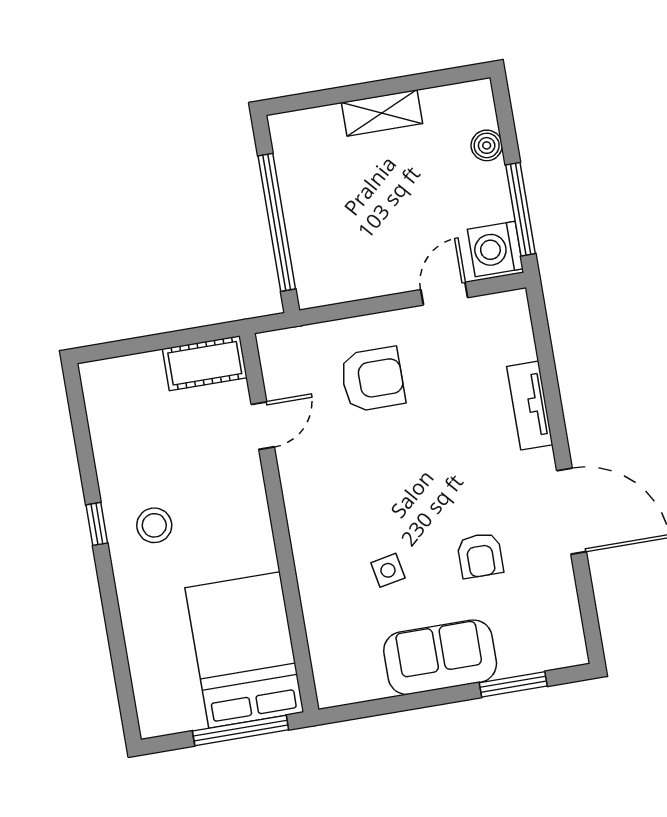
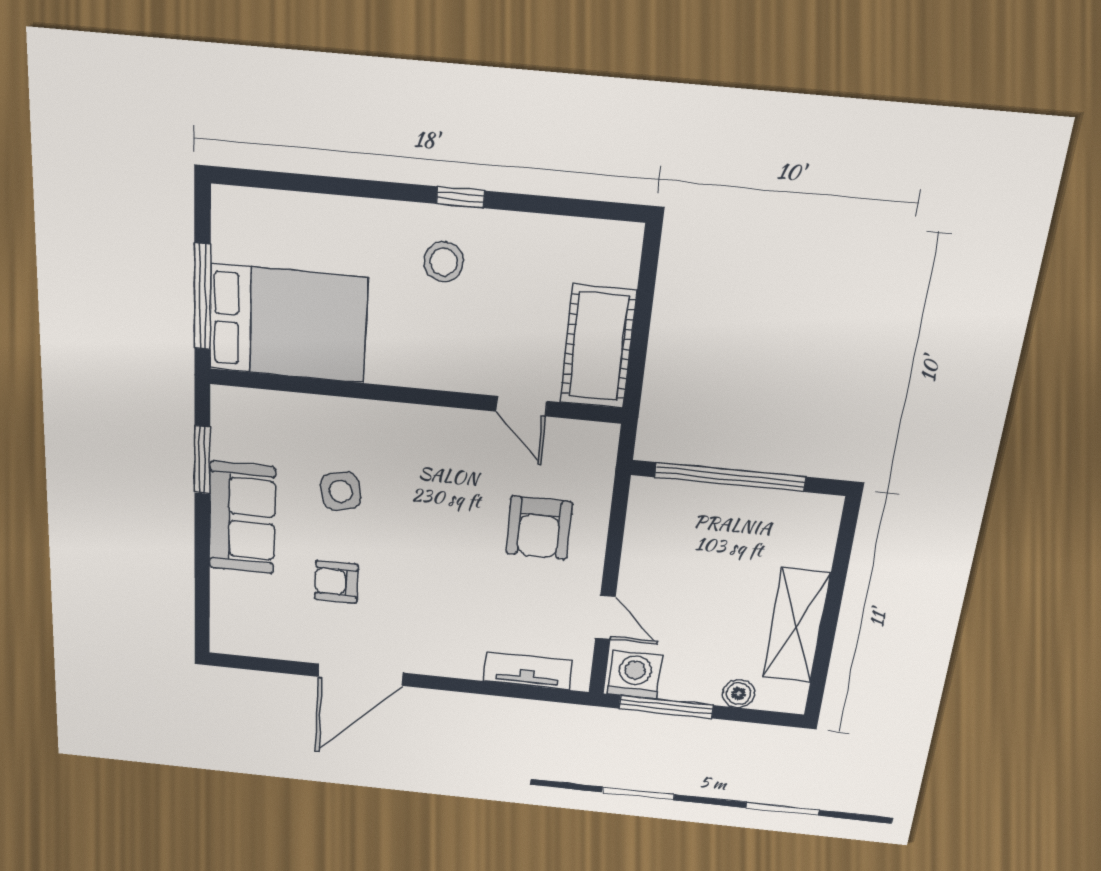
shelving: (382, 113) -> (796, 625), width x1.50, depth x1.33
cot: (205, 363) -> (598, 347), width x1.37, depth x1.34
tv unit: (530, 406) -> (528, 671), moved
side table: (388, 570) -> (341, 491), width x1.37, depth x1.37
window: (513, 684) -> (202, 460), moved

